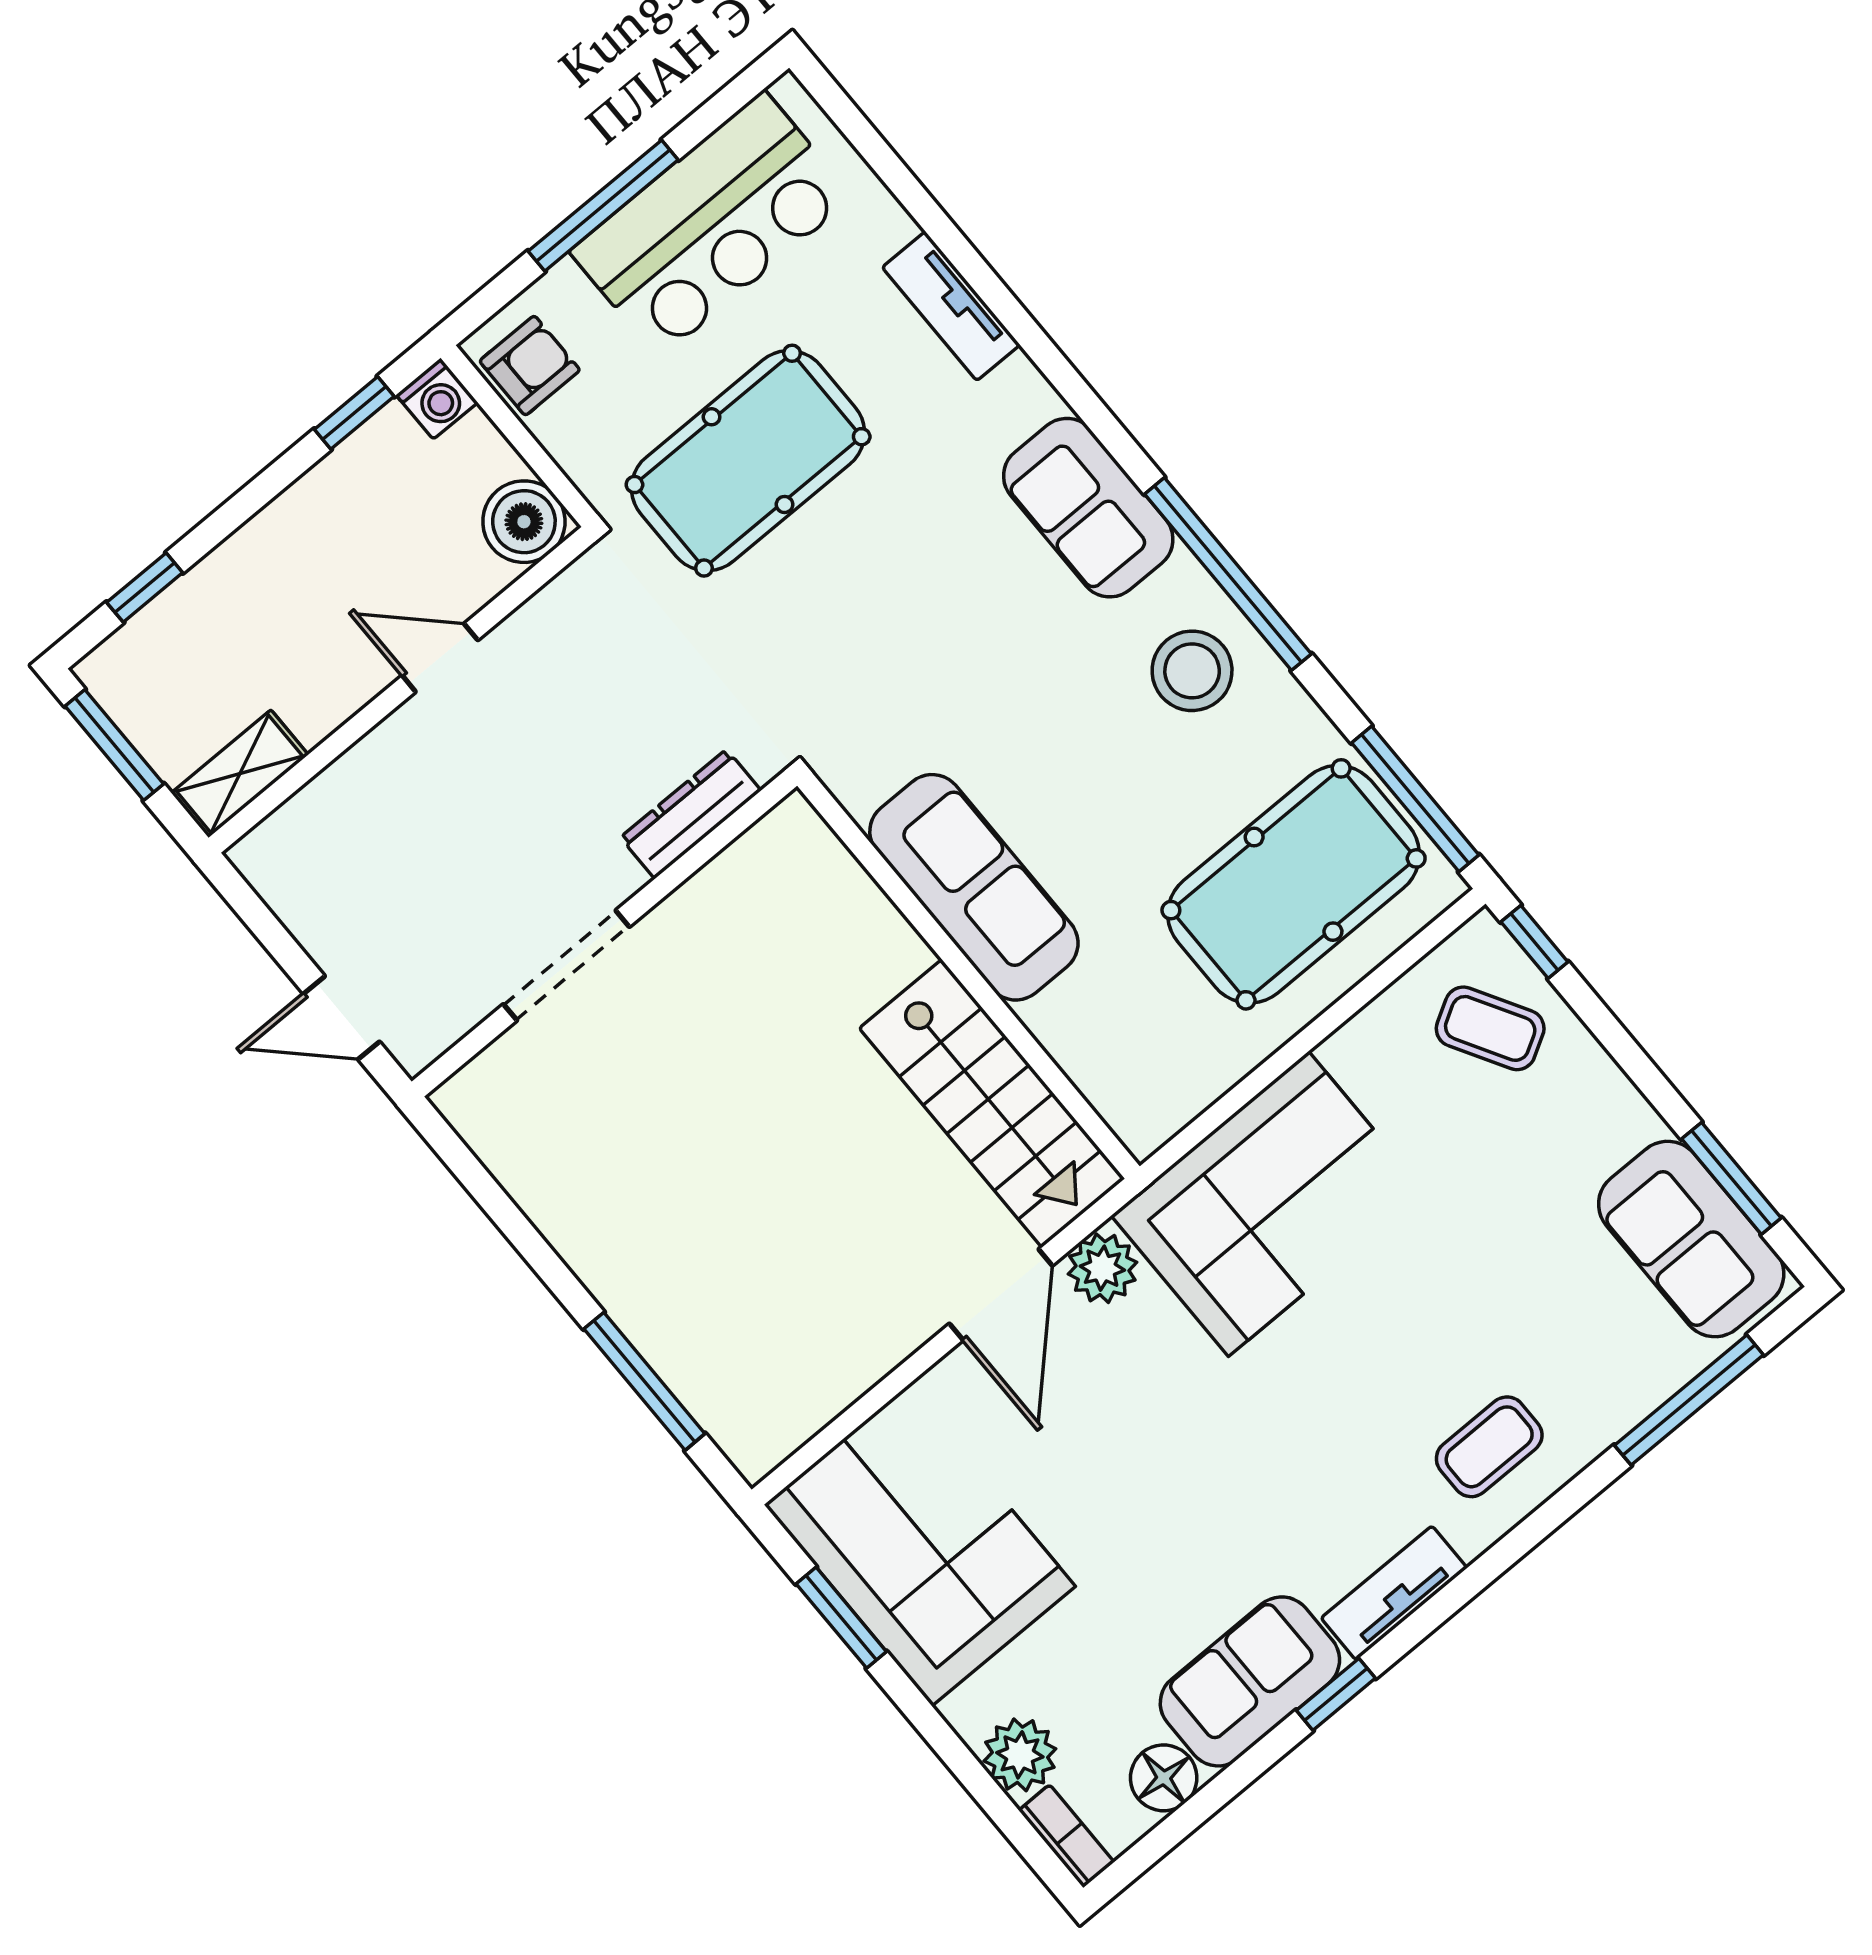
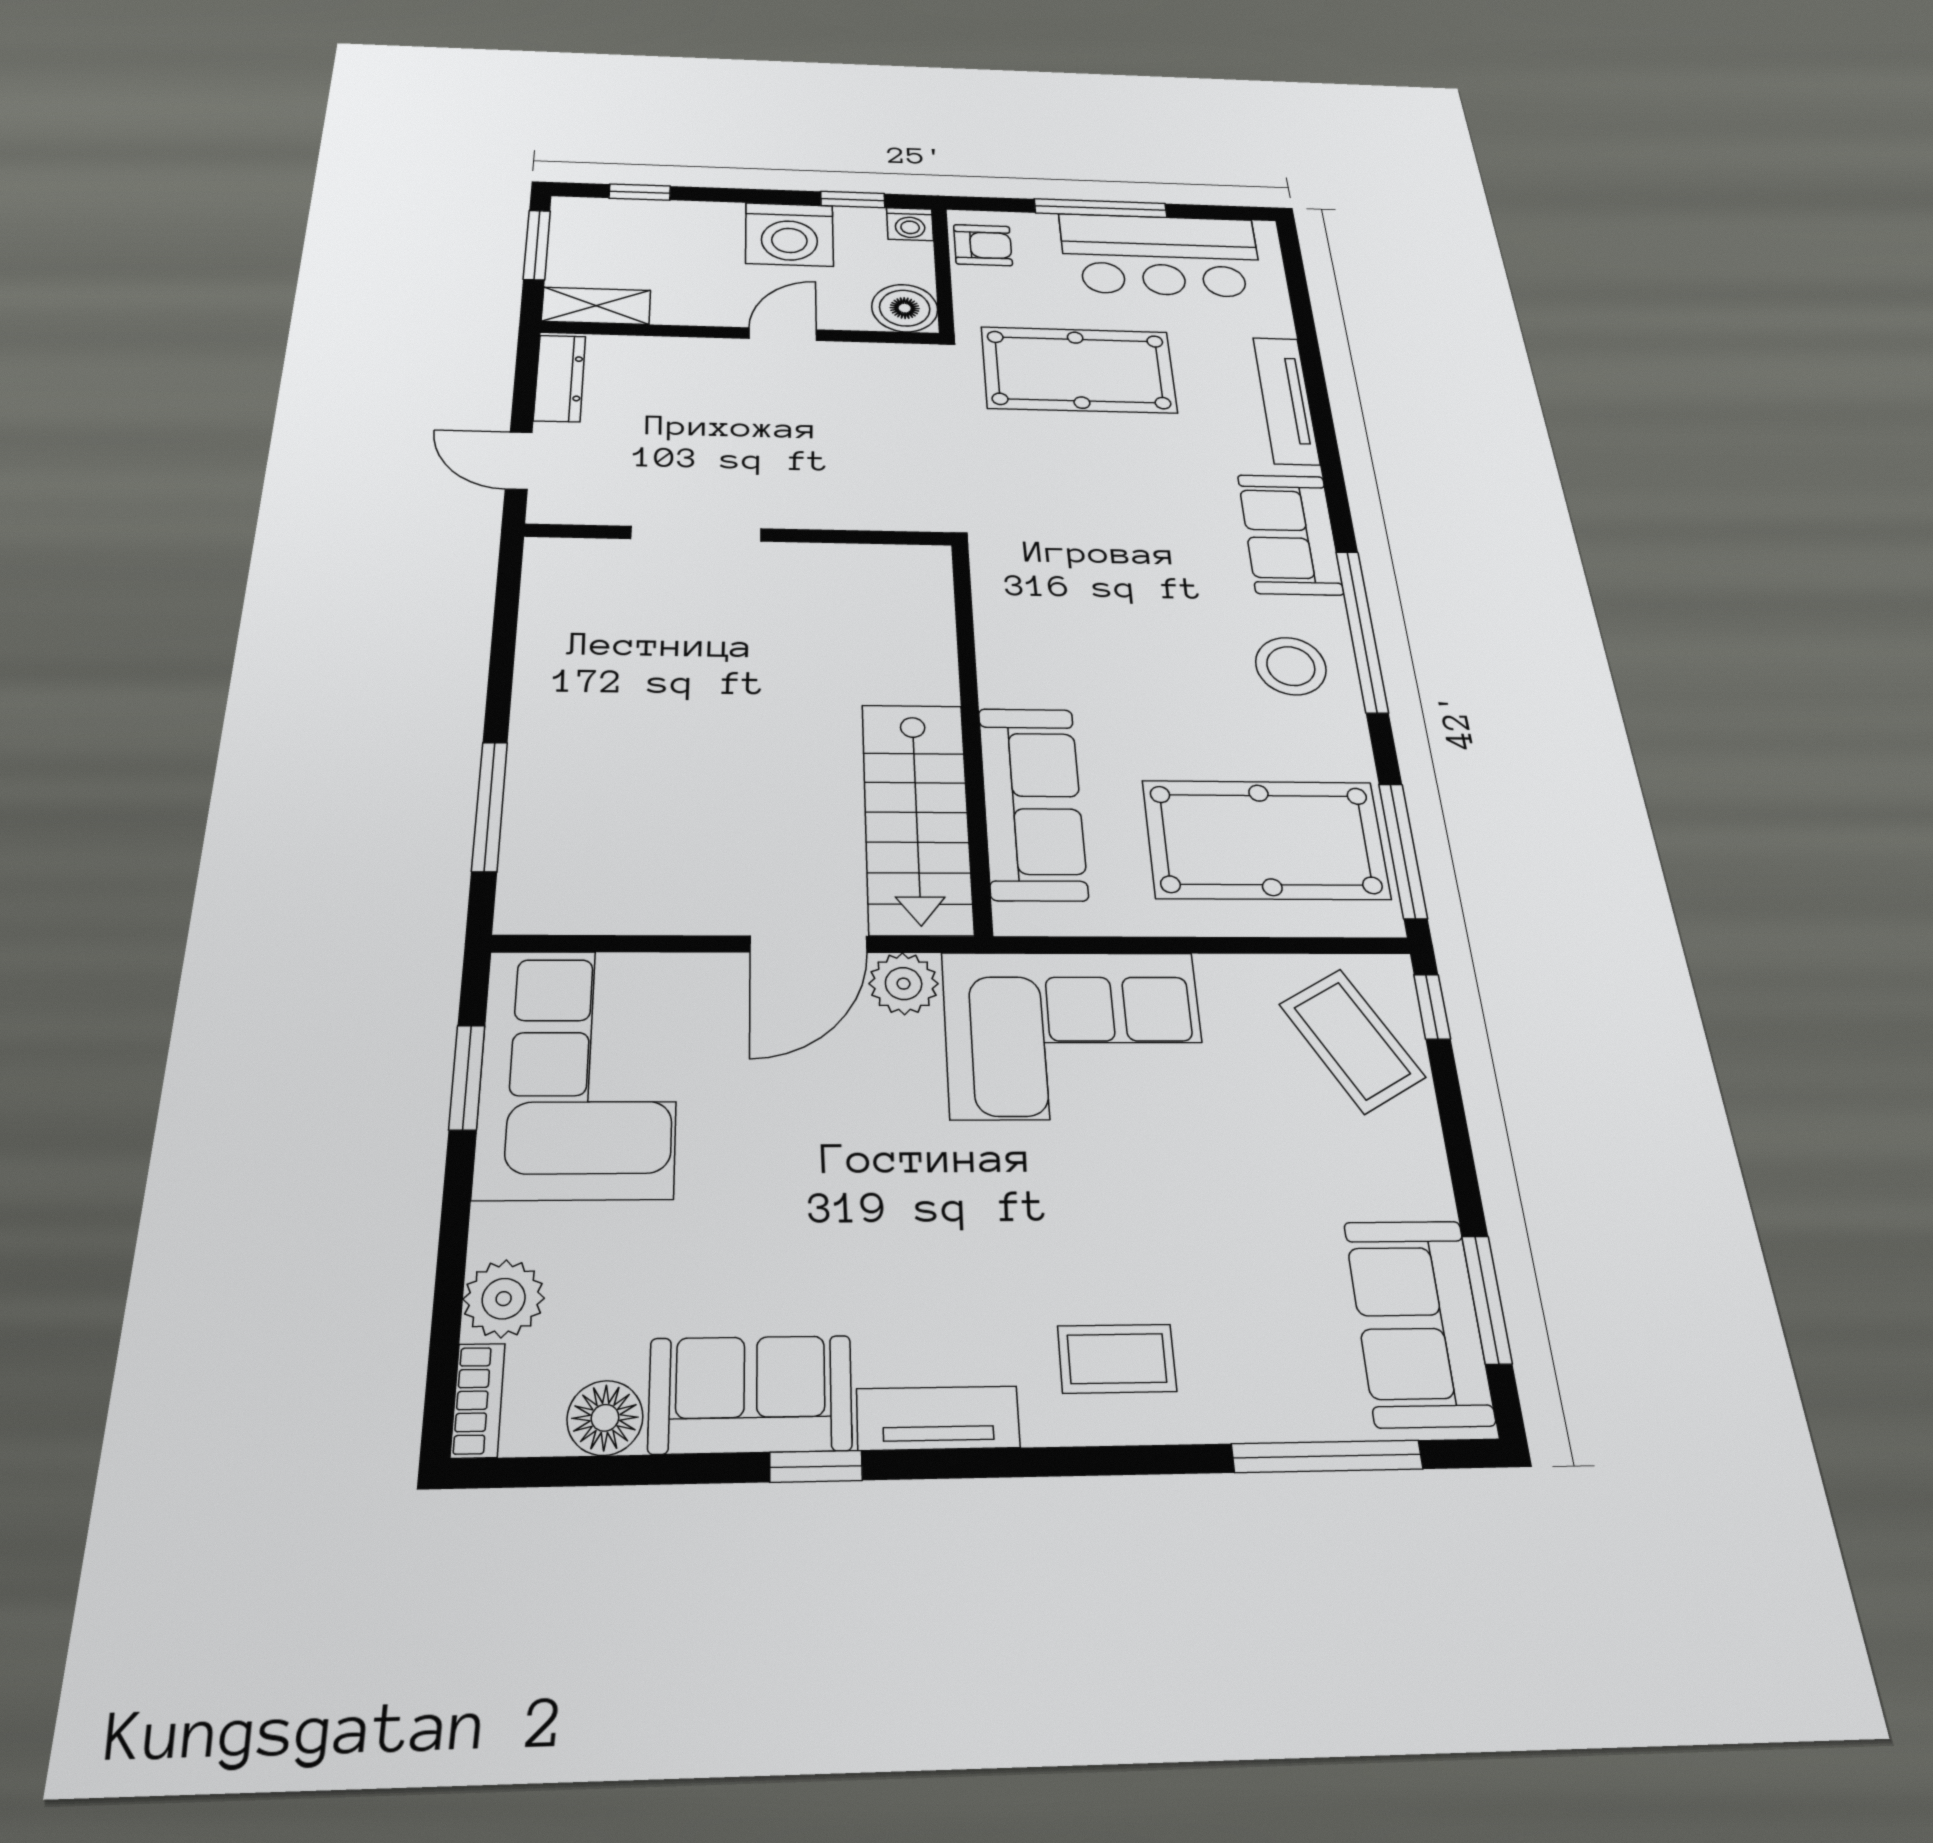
tv unit: (951, 306) -> (1286, 400), width x1.41
washing machine: (335, 518) -> (789, 234), added
door: (440, 658) -> (783, 334), hinge flipped
dresser: (691, 814) -> (560, 378), moved, turned 90
sofa: (974, 887) -> (1032, 803), moved
coffee table: (1490, 1028) -> (1352, 1041), width x1.36, depth x1.30

